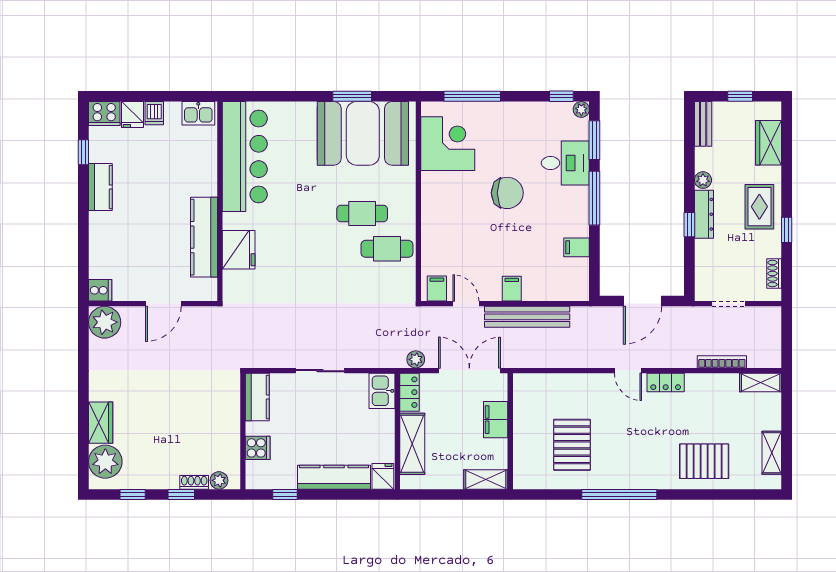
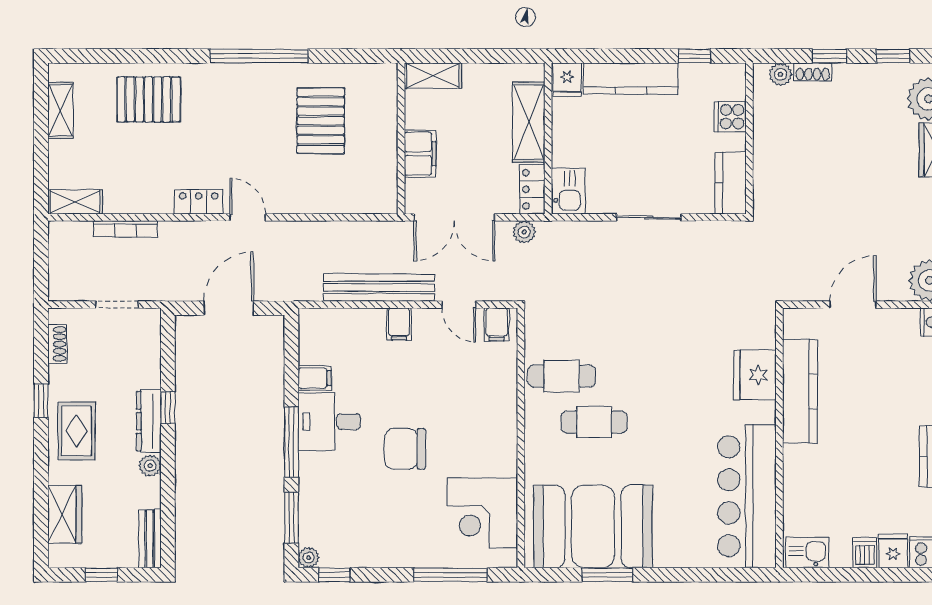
desk: (565, 163) -> (329, 422), moved

